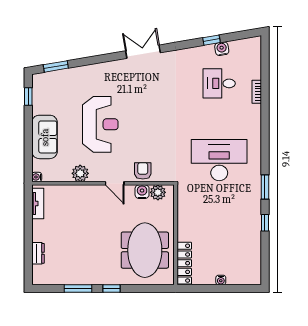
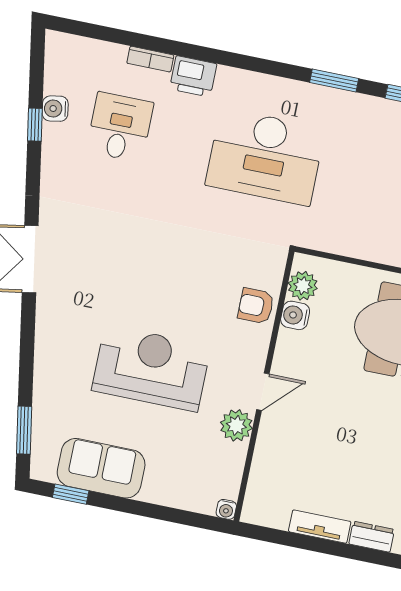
desk: (219, 83) -> (120, 127), turned 180
printer: (252, 115) -> (193, 76), added
sofa: (45, 137) -> (101, 468), moved
desk: (219, 160) -> (265, 157), turned -90
door: (115, 183) -> (263, 392), moved
tv unit: (38, 204) -> (320, 527), moved

